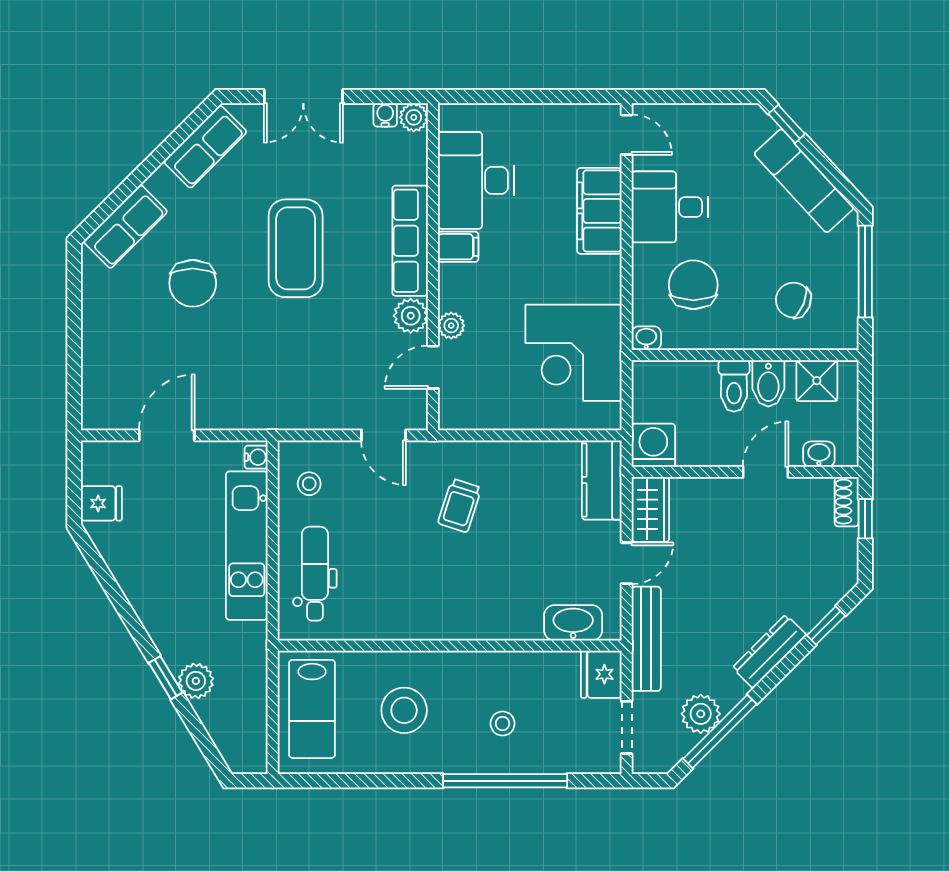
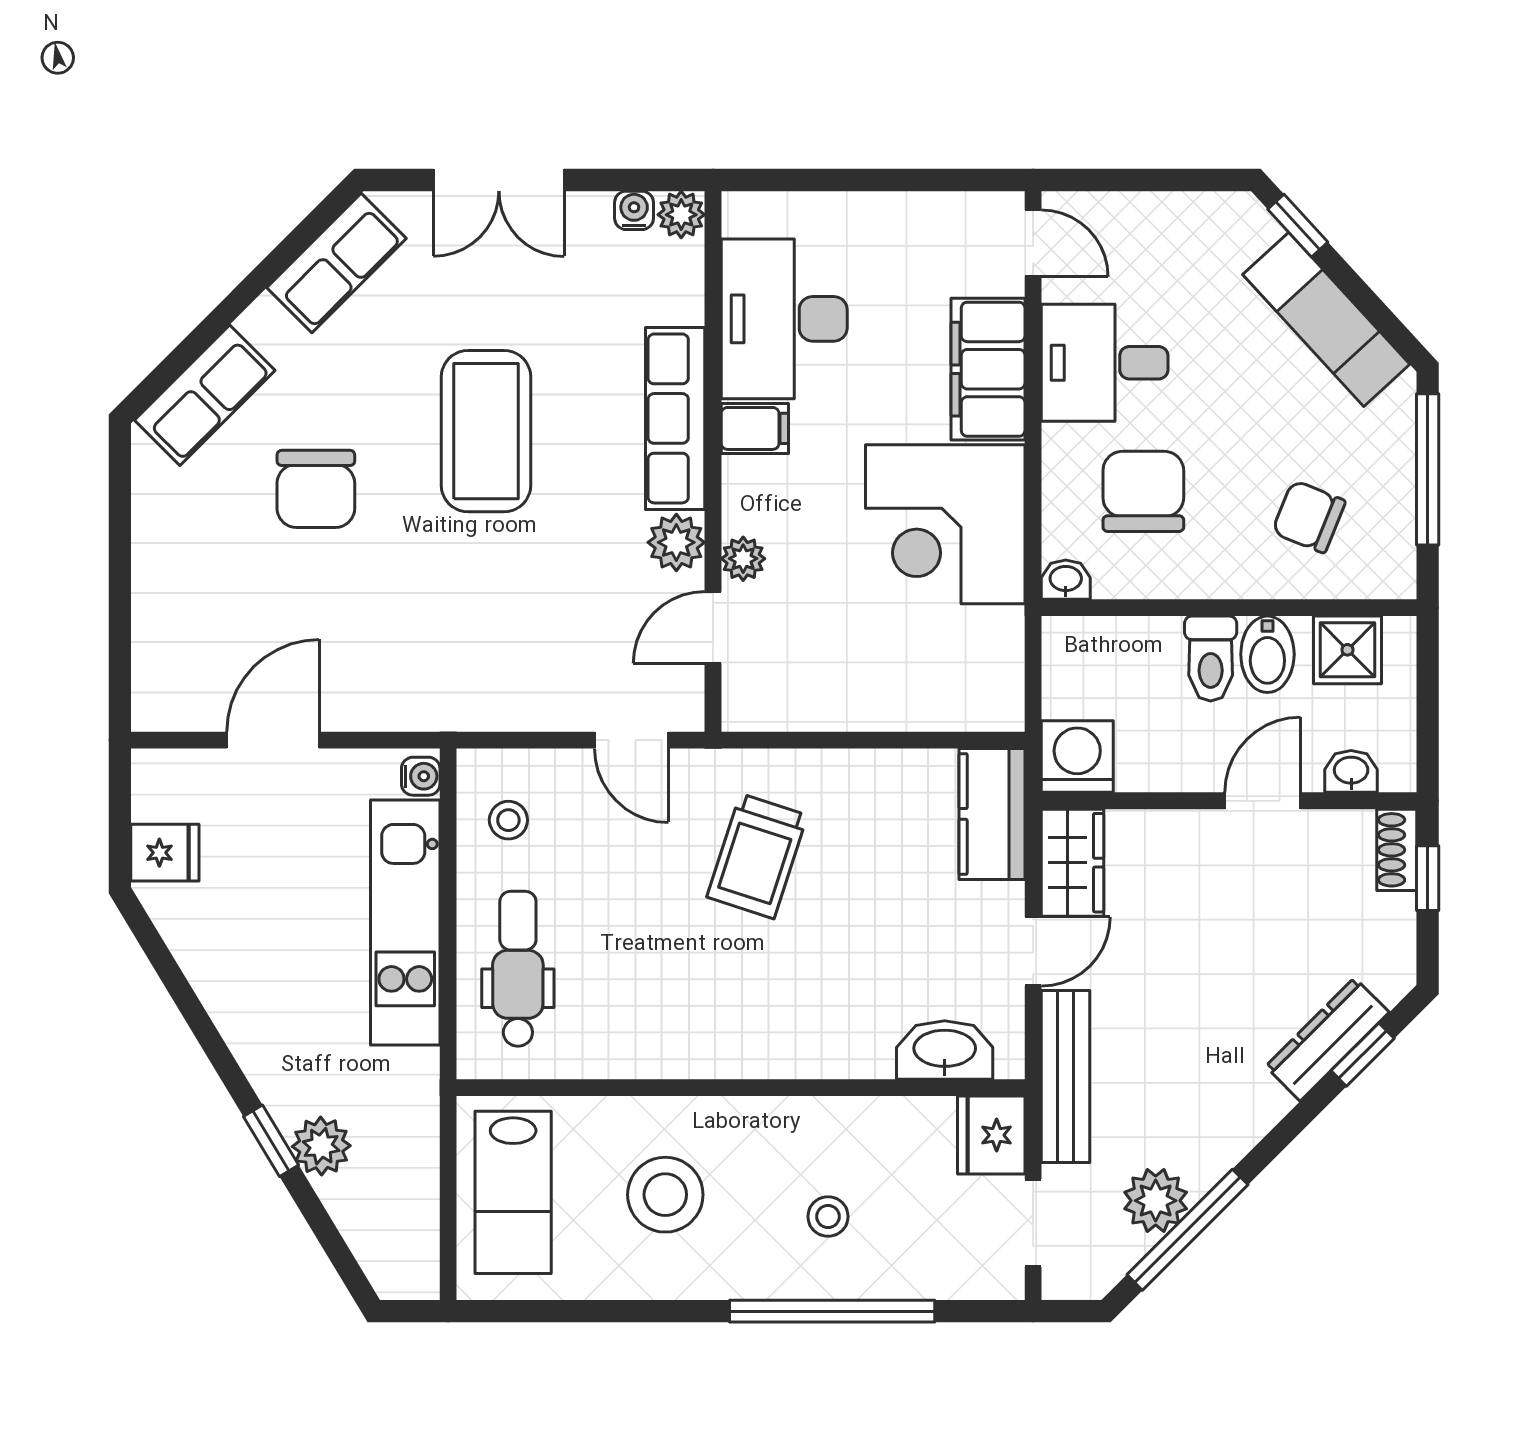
corner desk: (573, 353) -> (945, 524), moved
trolley: (460, 505) -> (757, 856), width x1.36, depth x1.39
dresser: (769, 651) -> (1327, 1039), moved

